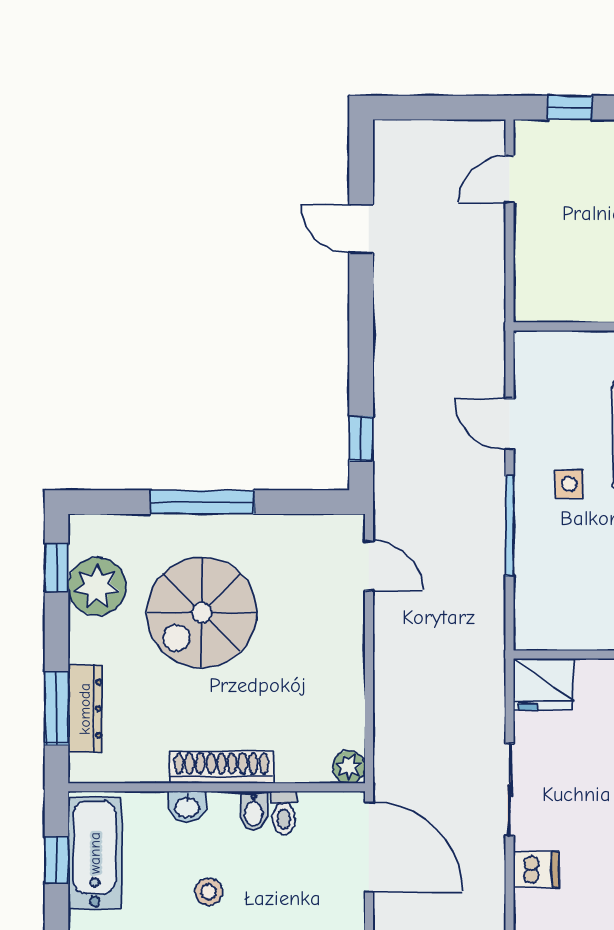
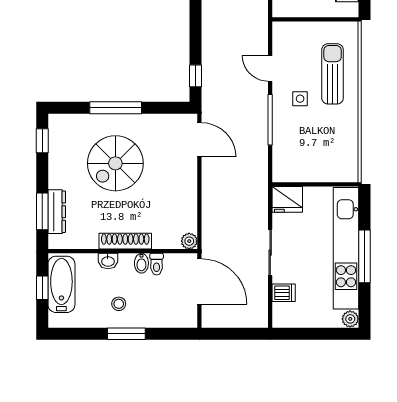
door: (369, 566) -> (199, 140), width x1.38
plant: (97, 586) -> (63, 150), removed

